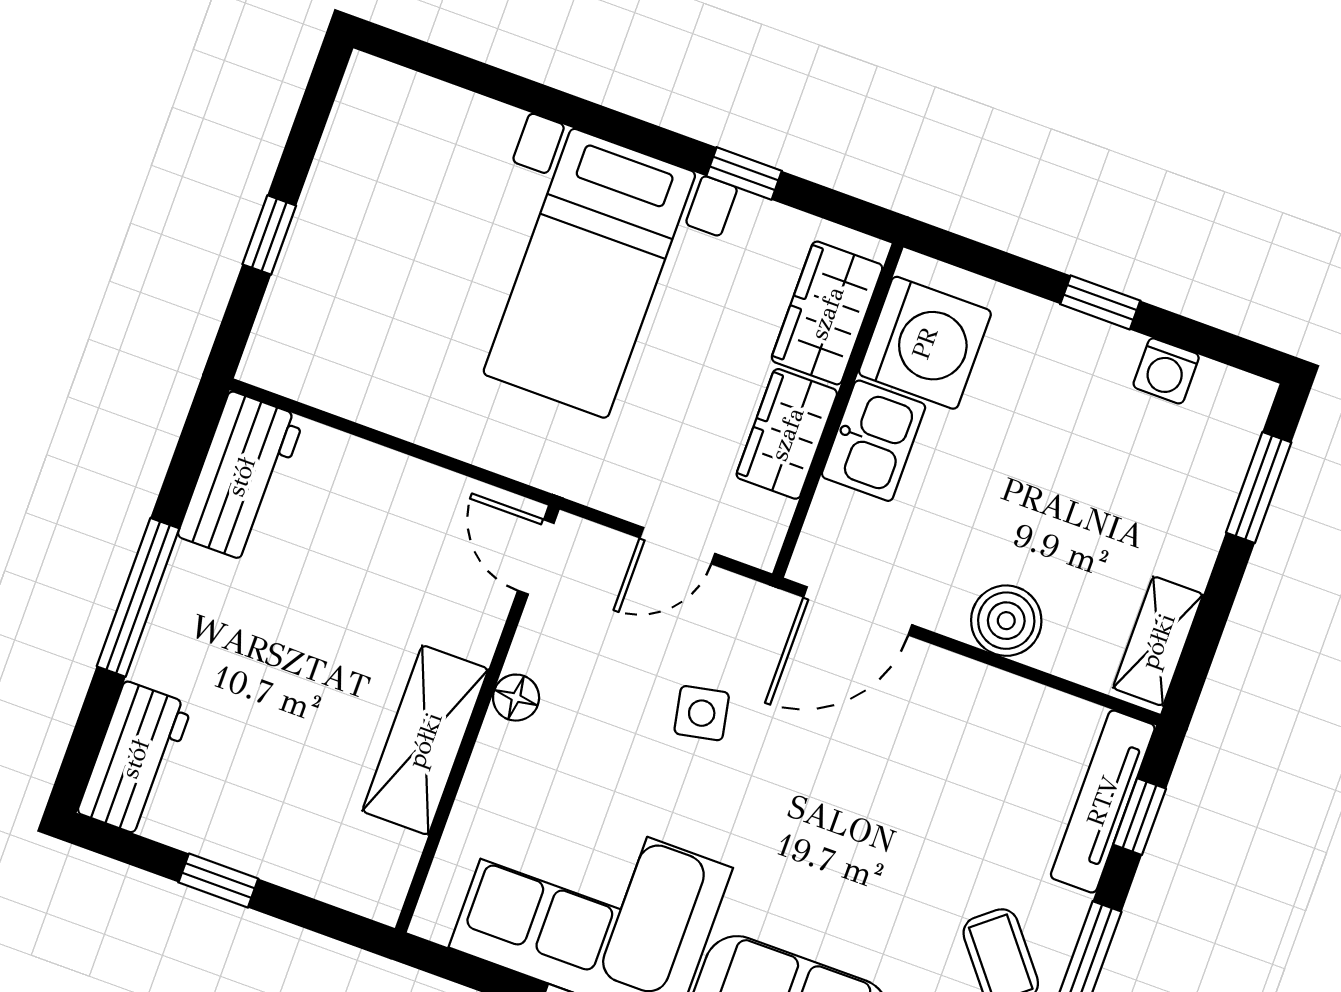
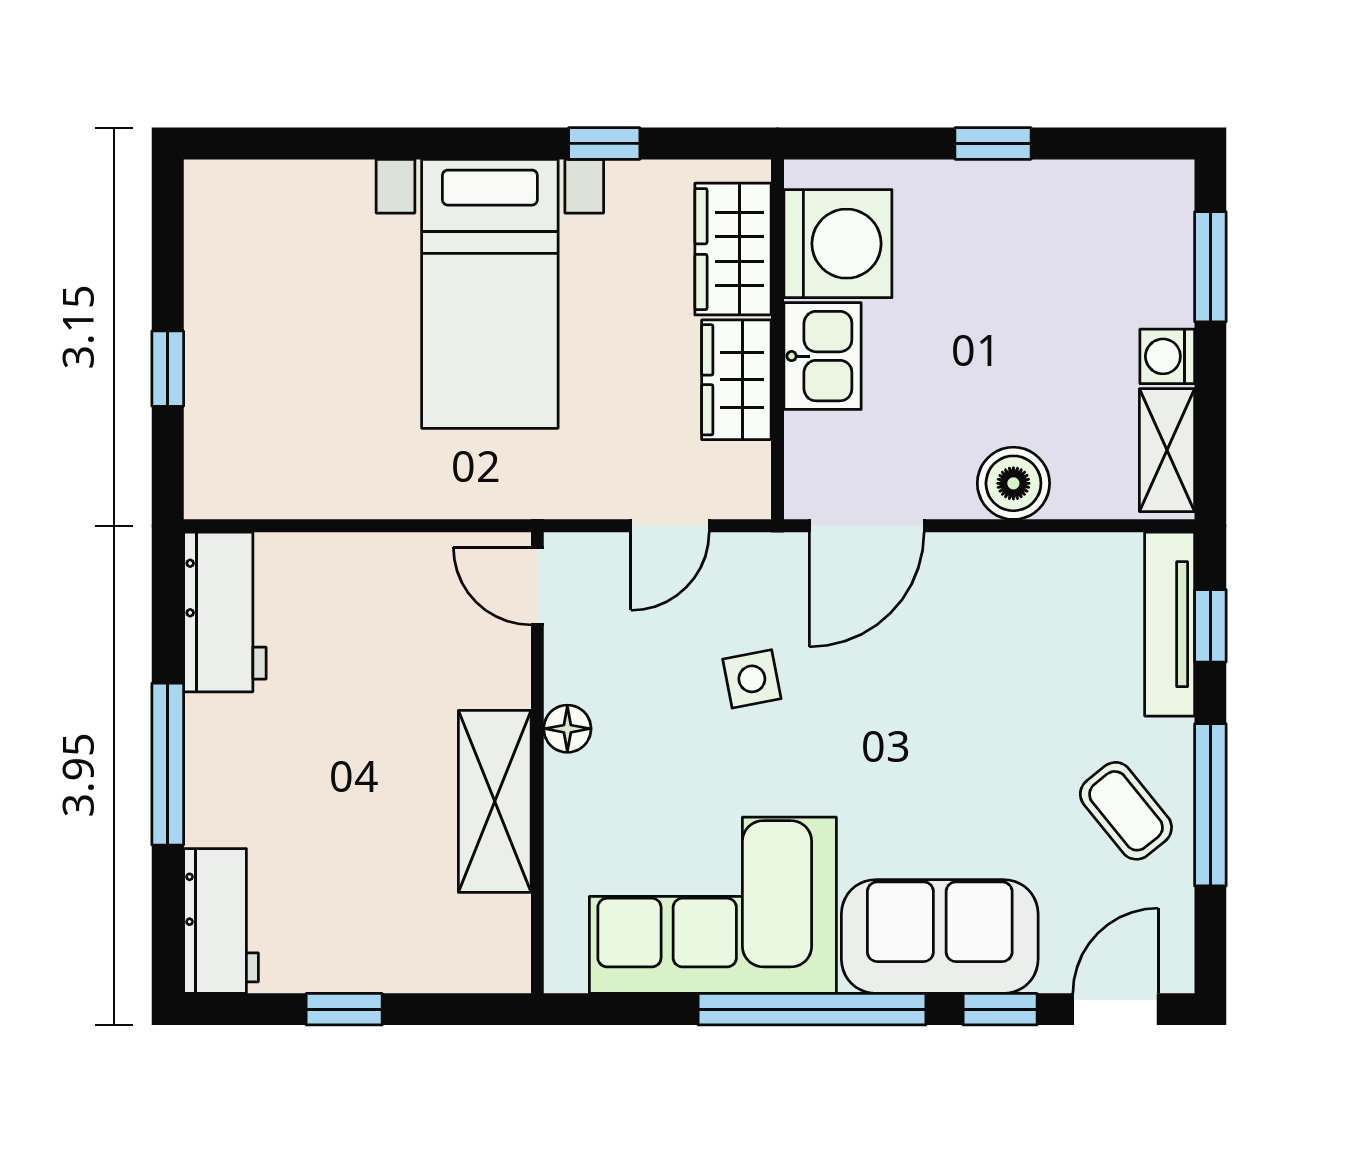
washing machine: (1166, 371) -> (1167, 356), moved, turned 90

